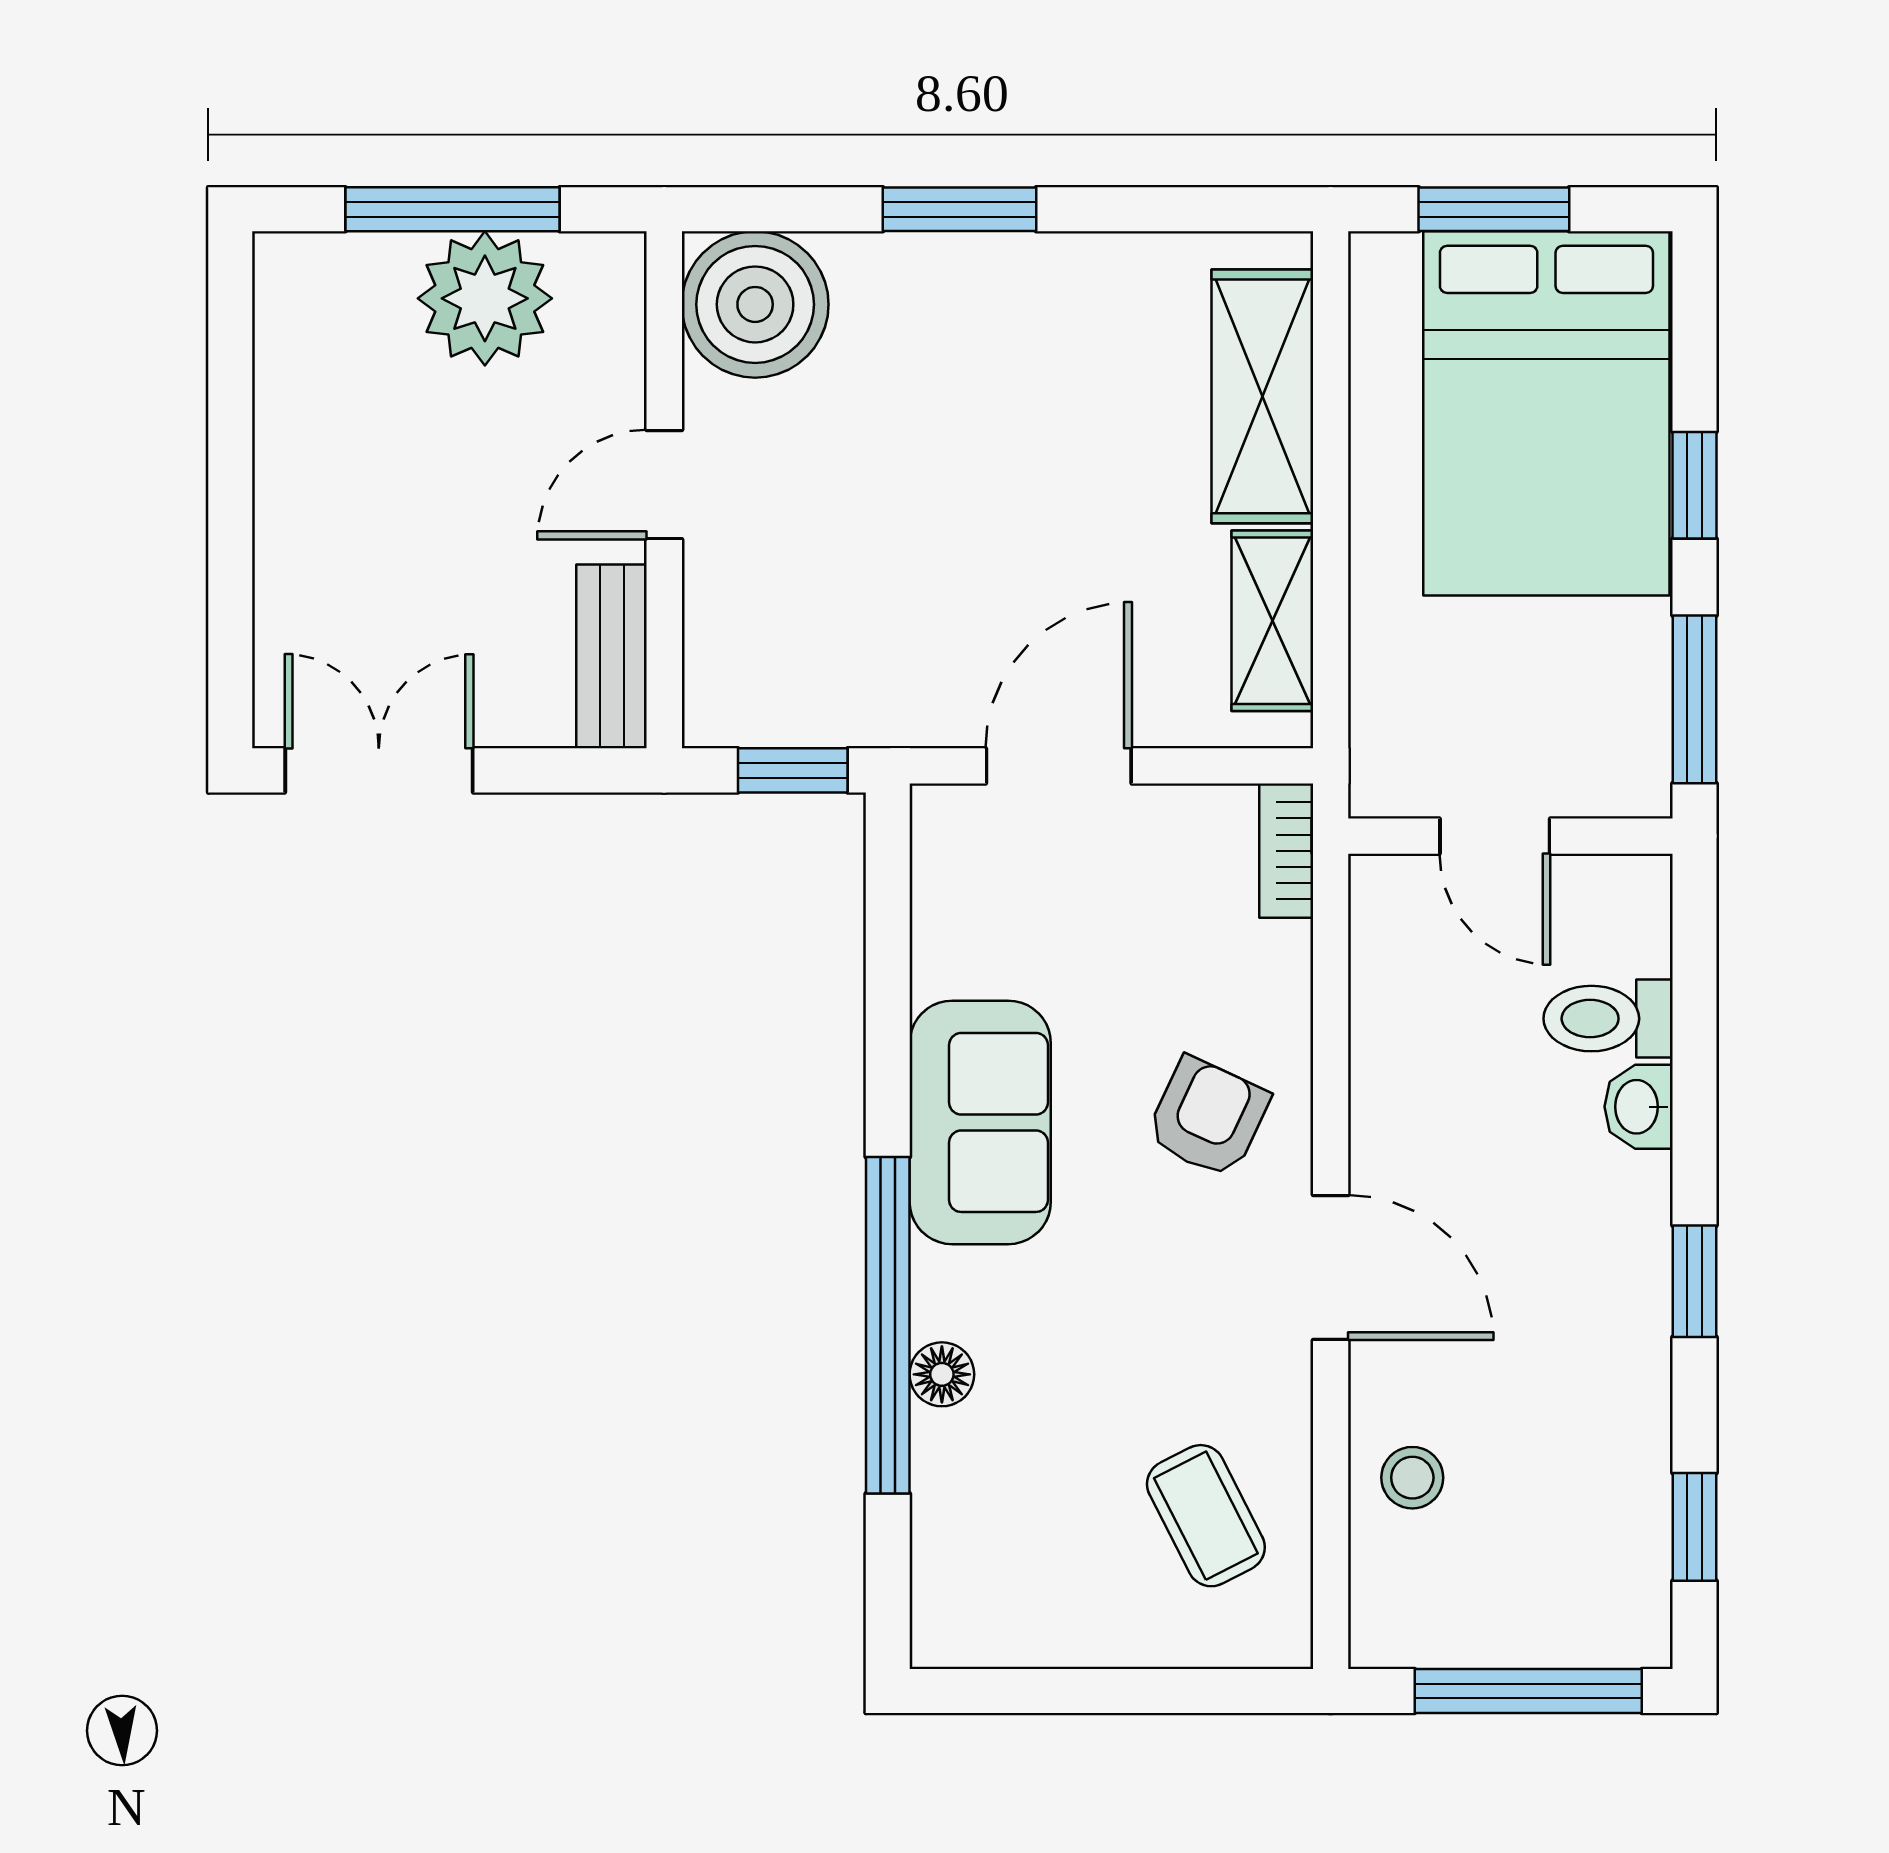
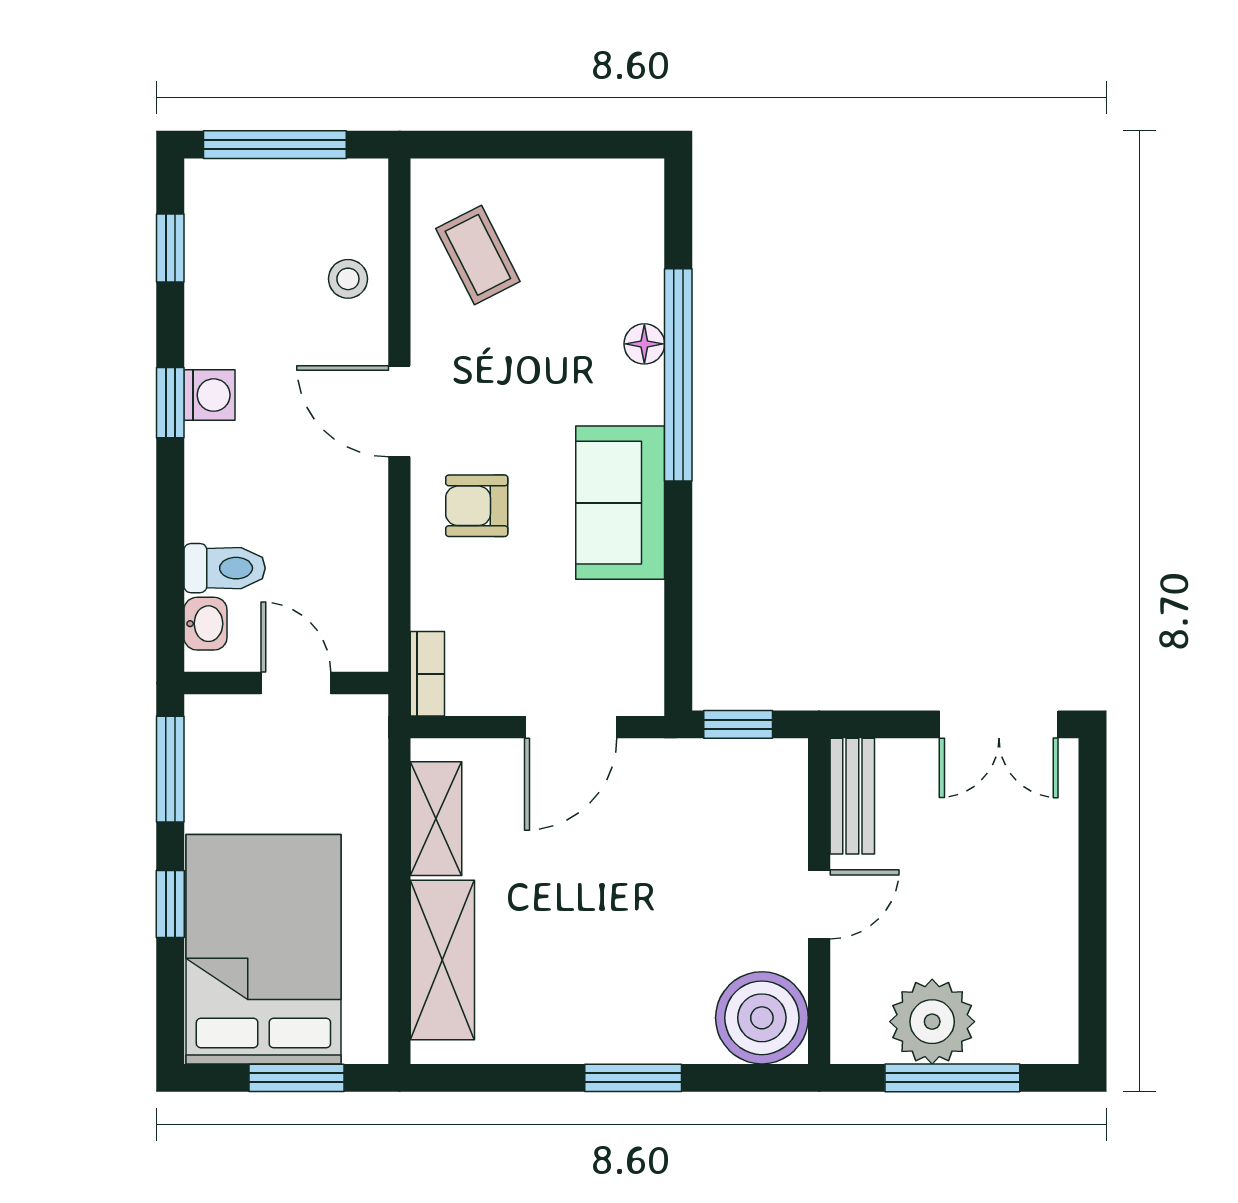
washbasin: (1639, 1107) -> (205, 624), moved
armchair: (1208, 1117) -> (477, 506), turned 65
washing machine: (1632, 1293) -> (210, 395), added

